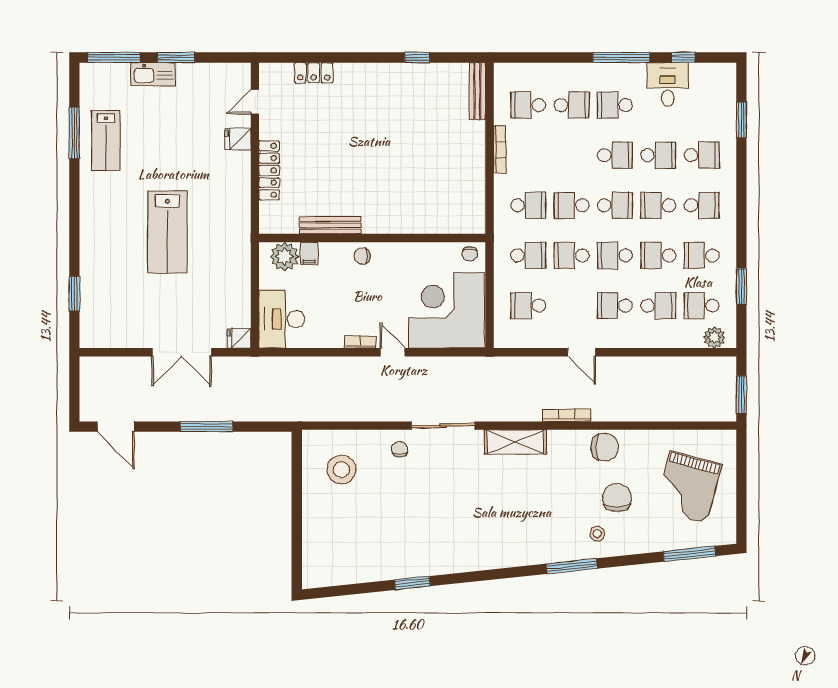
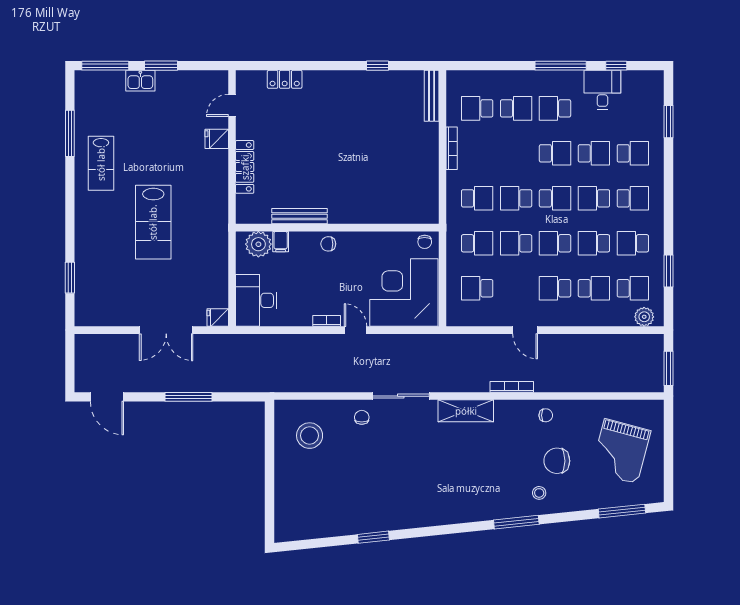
kitchen sink: (153, 74) -> (140, 81), width x0.73
lab bench: (106, 141) -> (101, 163), moved
school desk: (702, 306) -> (633, 288), turned 180
chair: (605, 447) -> (546, 415), width x0.54, depth x0.54
chair: (617, 498) -> (557, 461), turned -90

